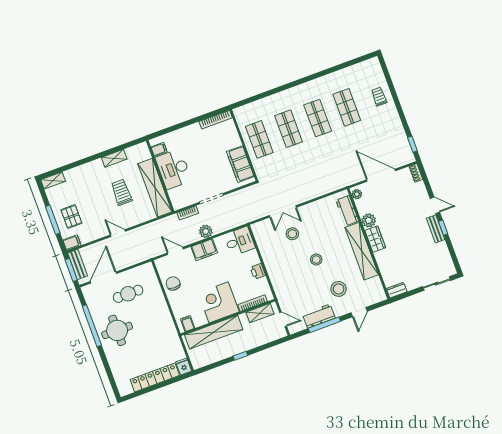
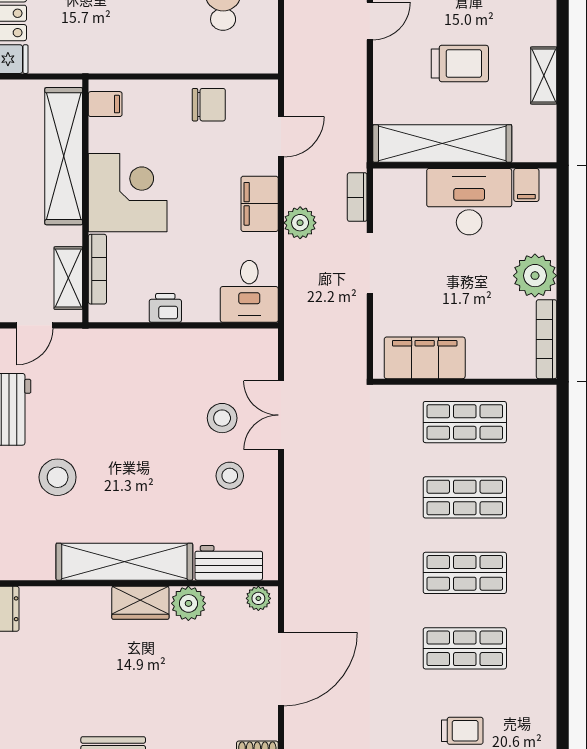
plant: (193, 133) -> (535, 276), added
stool: (316, 260) -> (230, 476), moved

